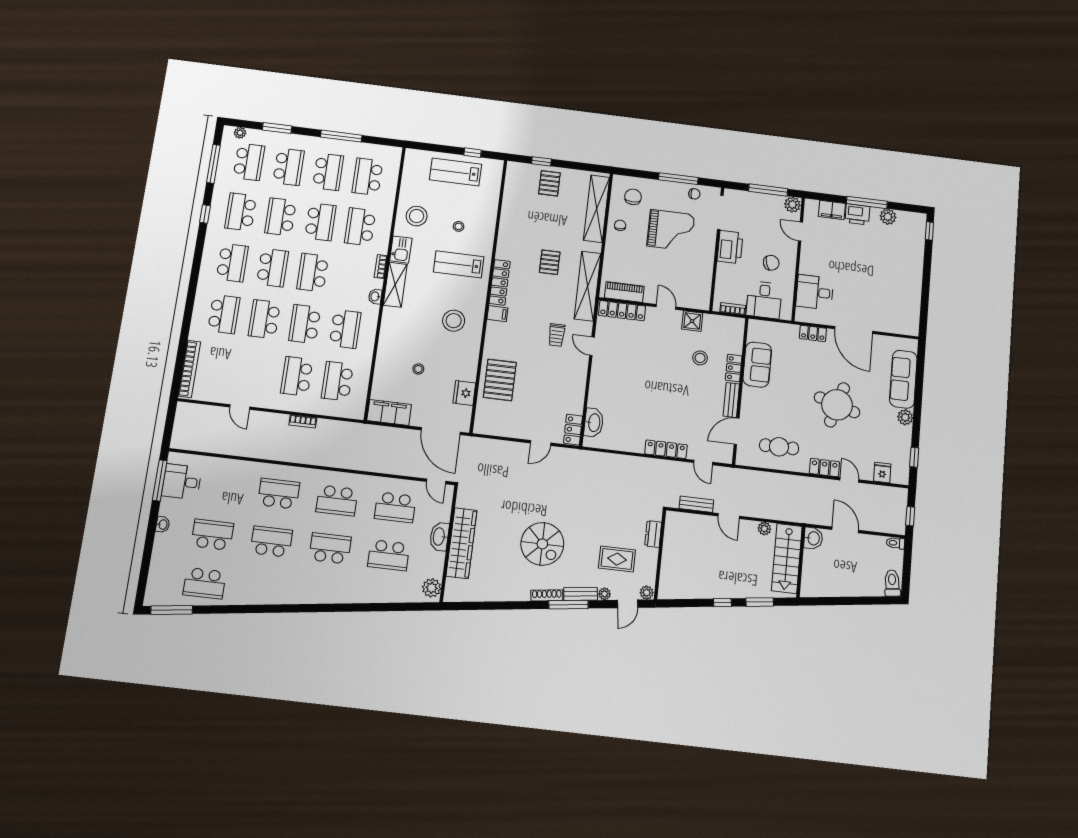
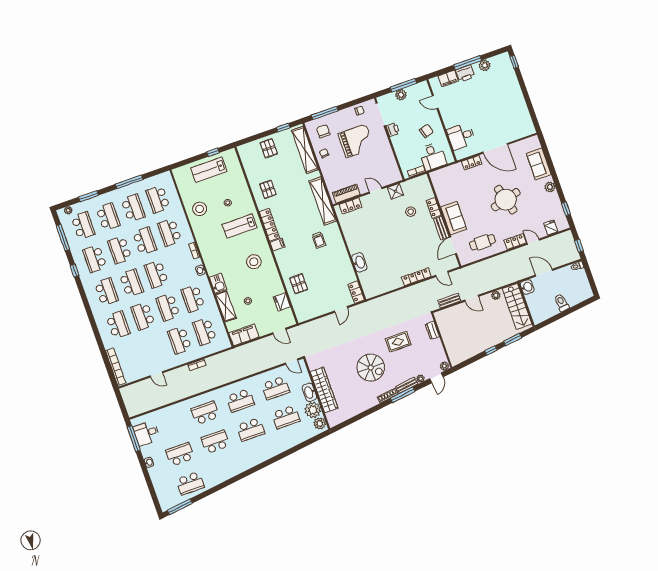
window: (541, 161) -> (283, 128), moved
window: (678, 179) -> (325, 113), moved
plant: (792, 205) -> (401, 95), moved
printer: (730, 247) -> (393, 130), width x0.53, depth x0.68
kitchen sink: (401, 250) -> (218, 283), moved
pallet: (550, 262) -> (268, 189), moved
shelving: (395, 285) -> (226, 306), moved
locker: (622, 311) -> (351, 206), width x0.66
school desk: (345, 329) -> (193, 298), turned 180
door: (592, 346) -> (343, 236), removed
sofa: (757, 365) -> (454, 218), moved
sofa: (903, 379) -> (539, 164), width x0.73
pallet: (500, 380) -> (299, 284), width x0.67, depth x0.71
round table: (837, 405) -> (506, 200), turned -32
washbasin: (594, 423) -> (359, 262), moved
door: (441, 431) -> (279, 331), width x0.53
school desk: (330, 548) -> (251, 429), turned 180
rug: (617, 559) -> (398, 342), moved
plant: (431, 564) -> (313, 410), added
toilet: (892, 583) -> (562, 303), moved

